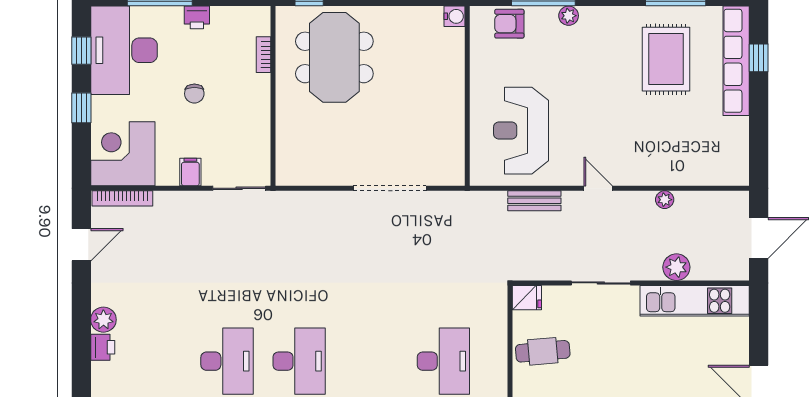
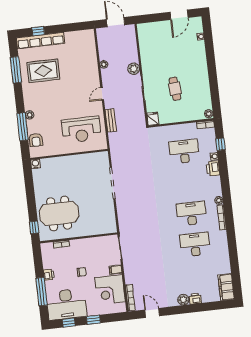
corner desk: (123, 154) -> (110, 290), moved
plant: (676, 267) -> (134, 69), moved
kitchen unit: (695, 301) -> (146, 47), removed
cafe table: (543, 351) -> (175, 89), moved

